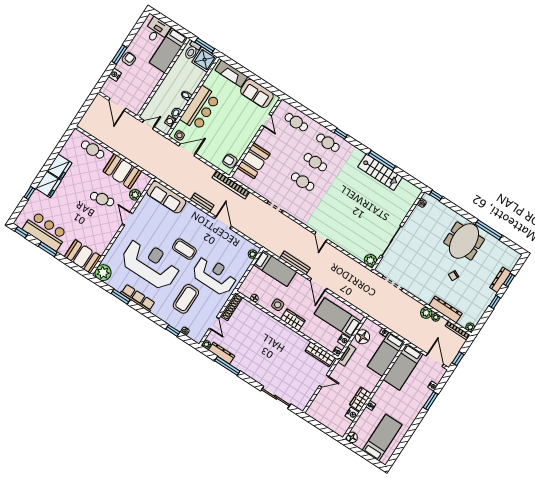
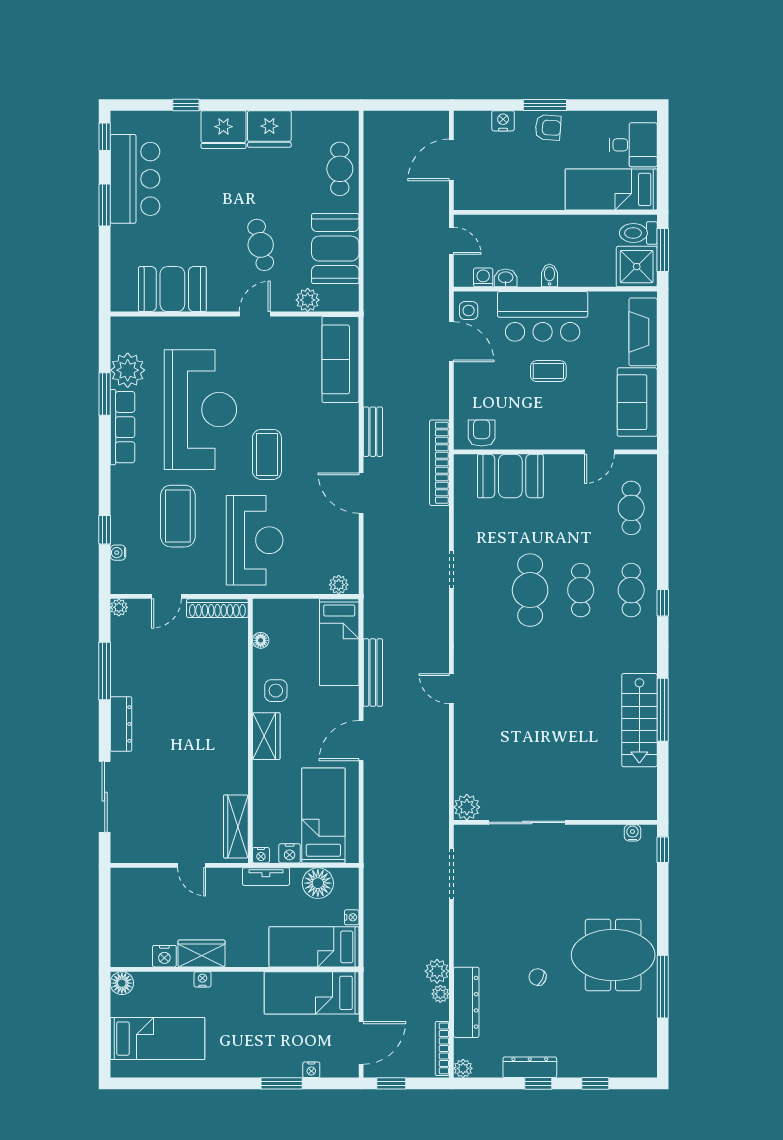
coffee table: (223, 120) -> (548, 371), added
cafe table: (303, 182) -> (530, 590), width x1.37, depth x1.35
door: (223, 223) -> (361, 493), swing flipped
door: (321, 237) -> (451, 689), hinge flipped
booth: (83, 257) -> (172, 289), moved, turned 90
plant: (103, 273) -> (128, 370), moved
dresser: (500, 280) -> (530, 1067), moved
coffee table: (186, 299) -> (178, 516), turned 90
dresser: (222, 353) -> (121, 724), moved

